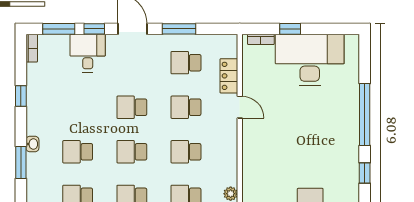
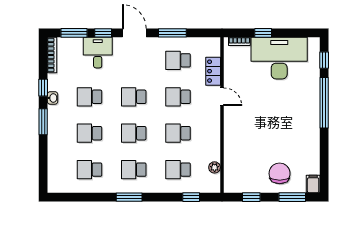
bookcase: (32, 48) -> (52, 55), width x1.56
school desk: (78, 107) -> (90, 97), added
washbasin: (32, 144) -> (53, 98), moved
window: (21, 163) -> (43, 122), moved
window: (365, 173) -> (324, 60), moved

